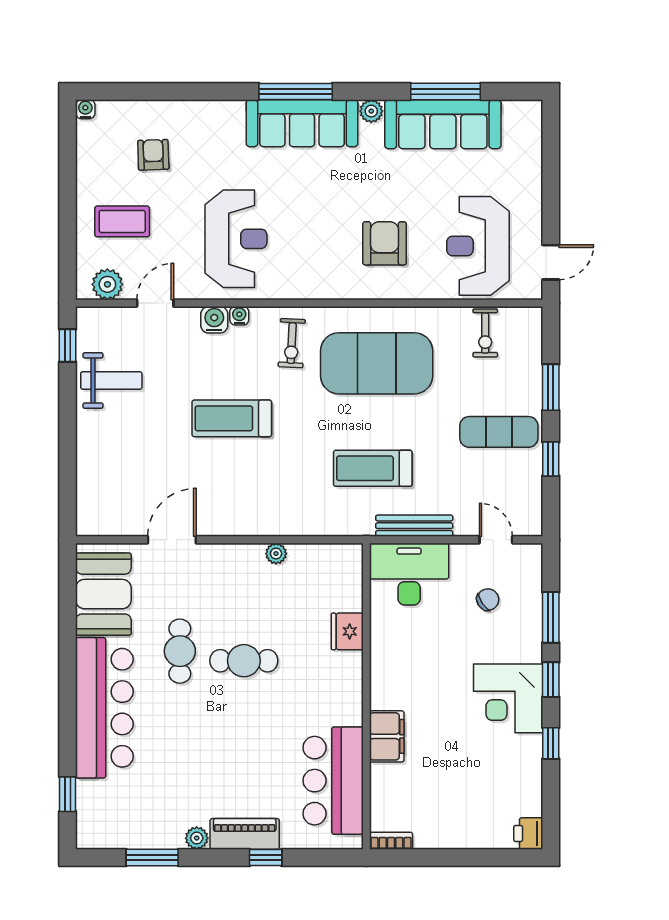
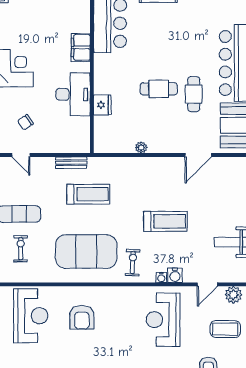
exercise bike: (485, 333) -> (21, 249), moved
bench: (414, 526) -> (71, 163), width x0.73
desk: (409, 574) -> (73, 94), moved, turned -90

